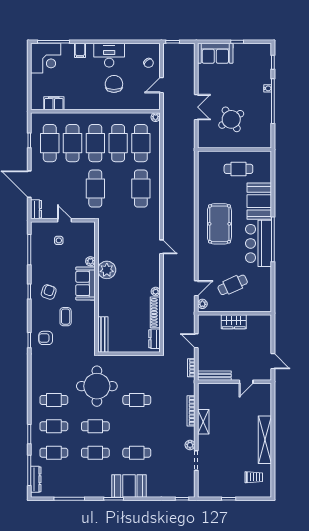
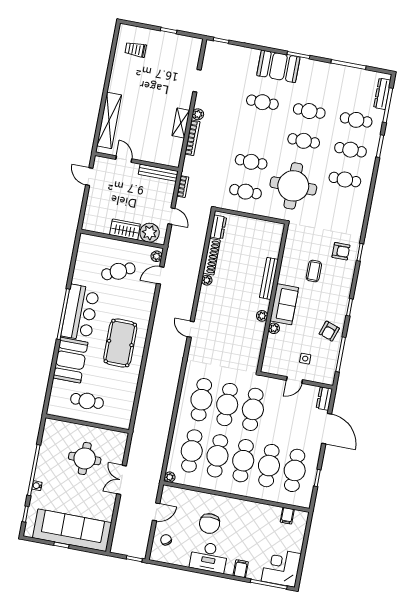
sofa: (215, 53) -> (72, 530), width x1.85, depth x1.27
filing cabinet: (54, 103) -> (287, 516), width x0.50
round table: (231, 119) -> (85, 458), turned 32
cafe table: (118, 189) -> (227, 405), added
door: (65, 220) -> (294, 380), hinge flipped
plant: (107, 270) -> (262, 316), width x0.53, depth x0.53
armchair: (49, 292) -> (329, 331), moved
plant: (212, 323) -> (150, 233), added
bench: (103, 335) -> (269, 278), moved
cafe table: (137, 374) -> (246, 192), added
door: (246, 382) -> (124, 159), hinge flipped
shelving: (265, 440) -> (109, 120), moved
plant: (190, 445) -> (198, 114), moved

